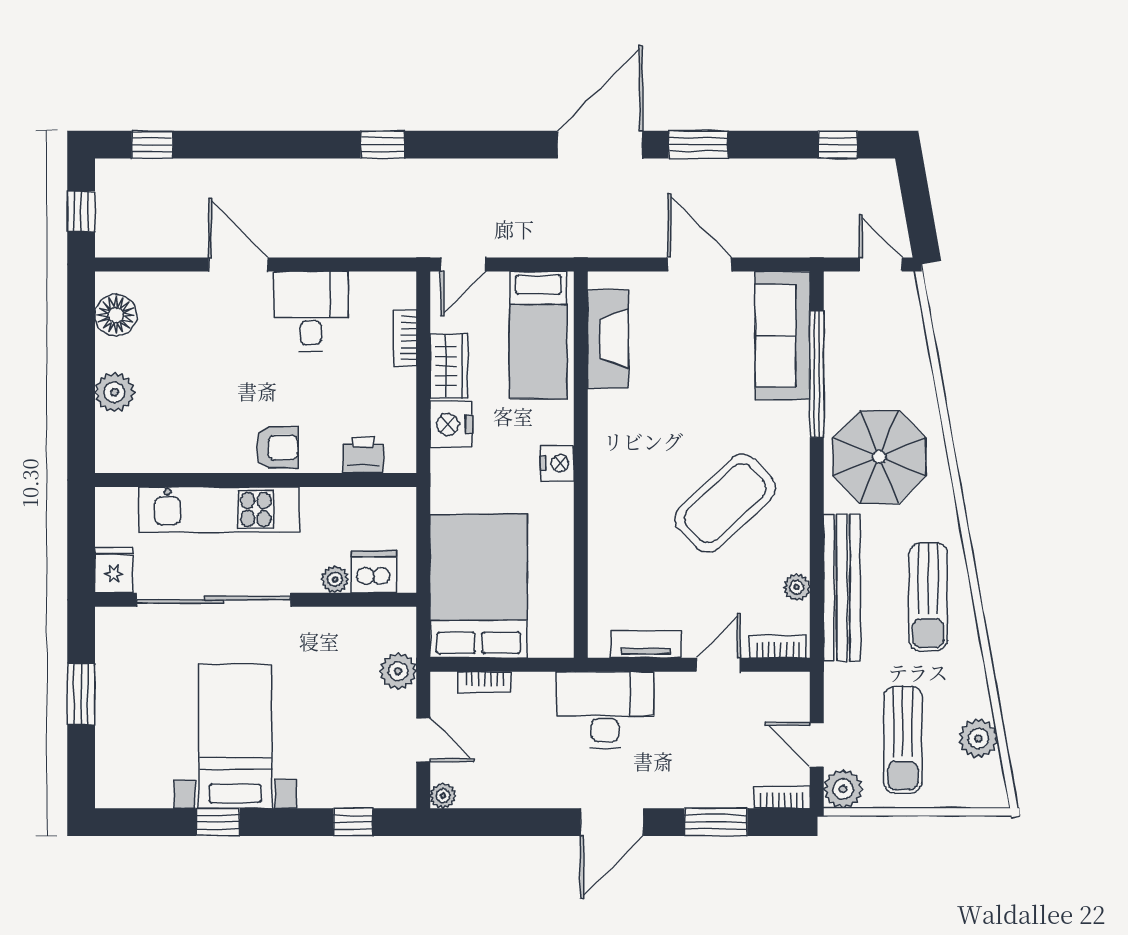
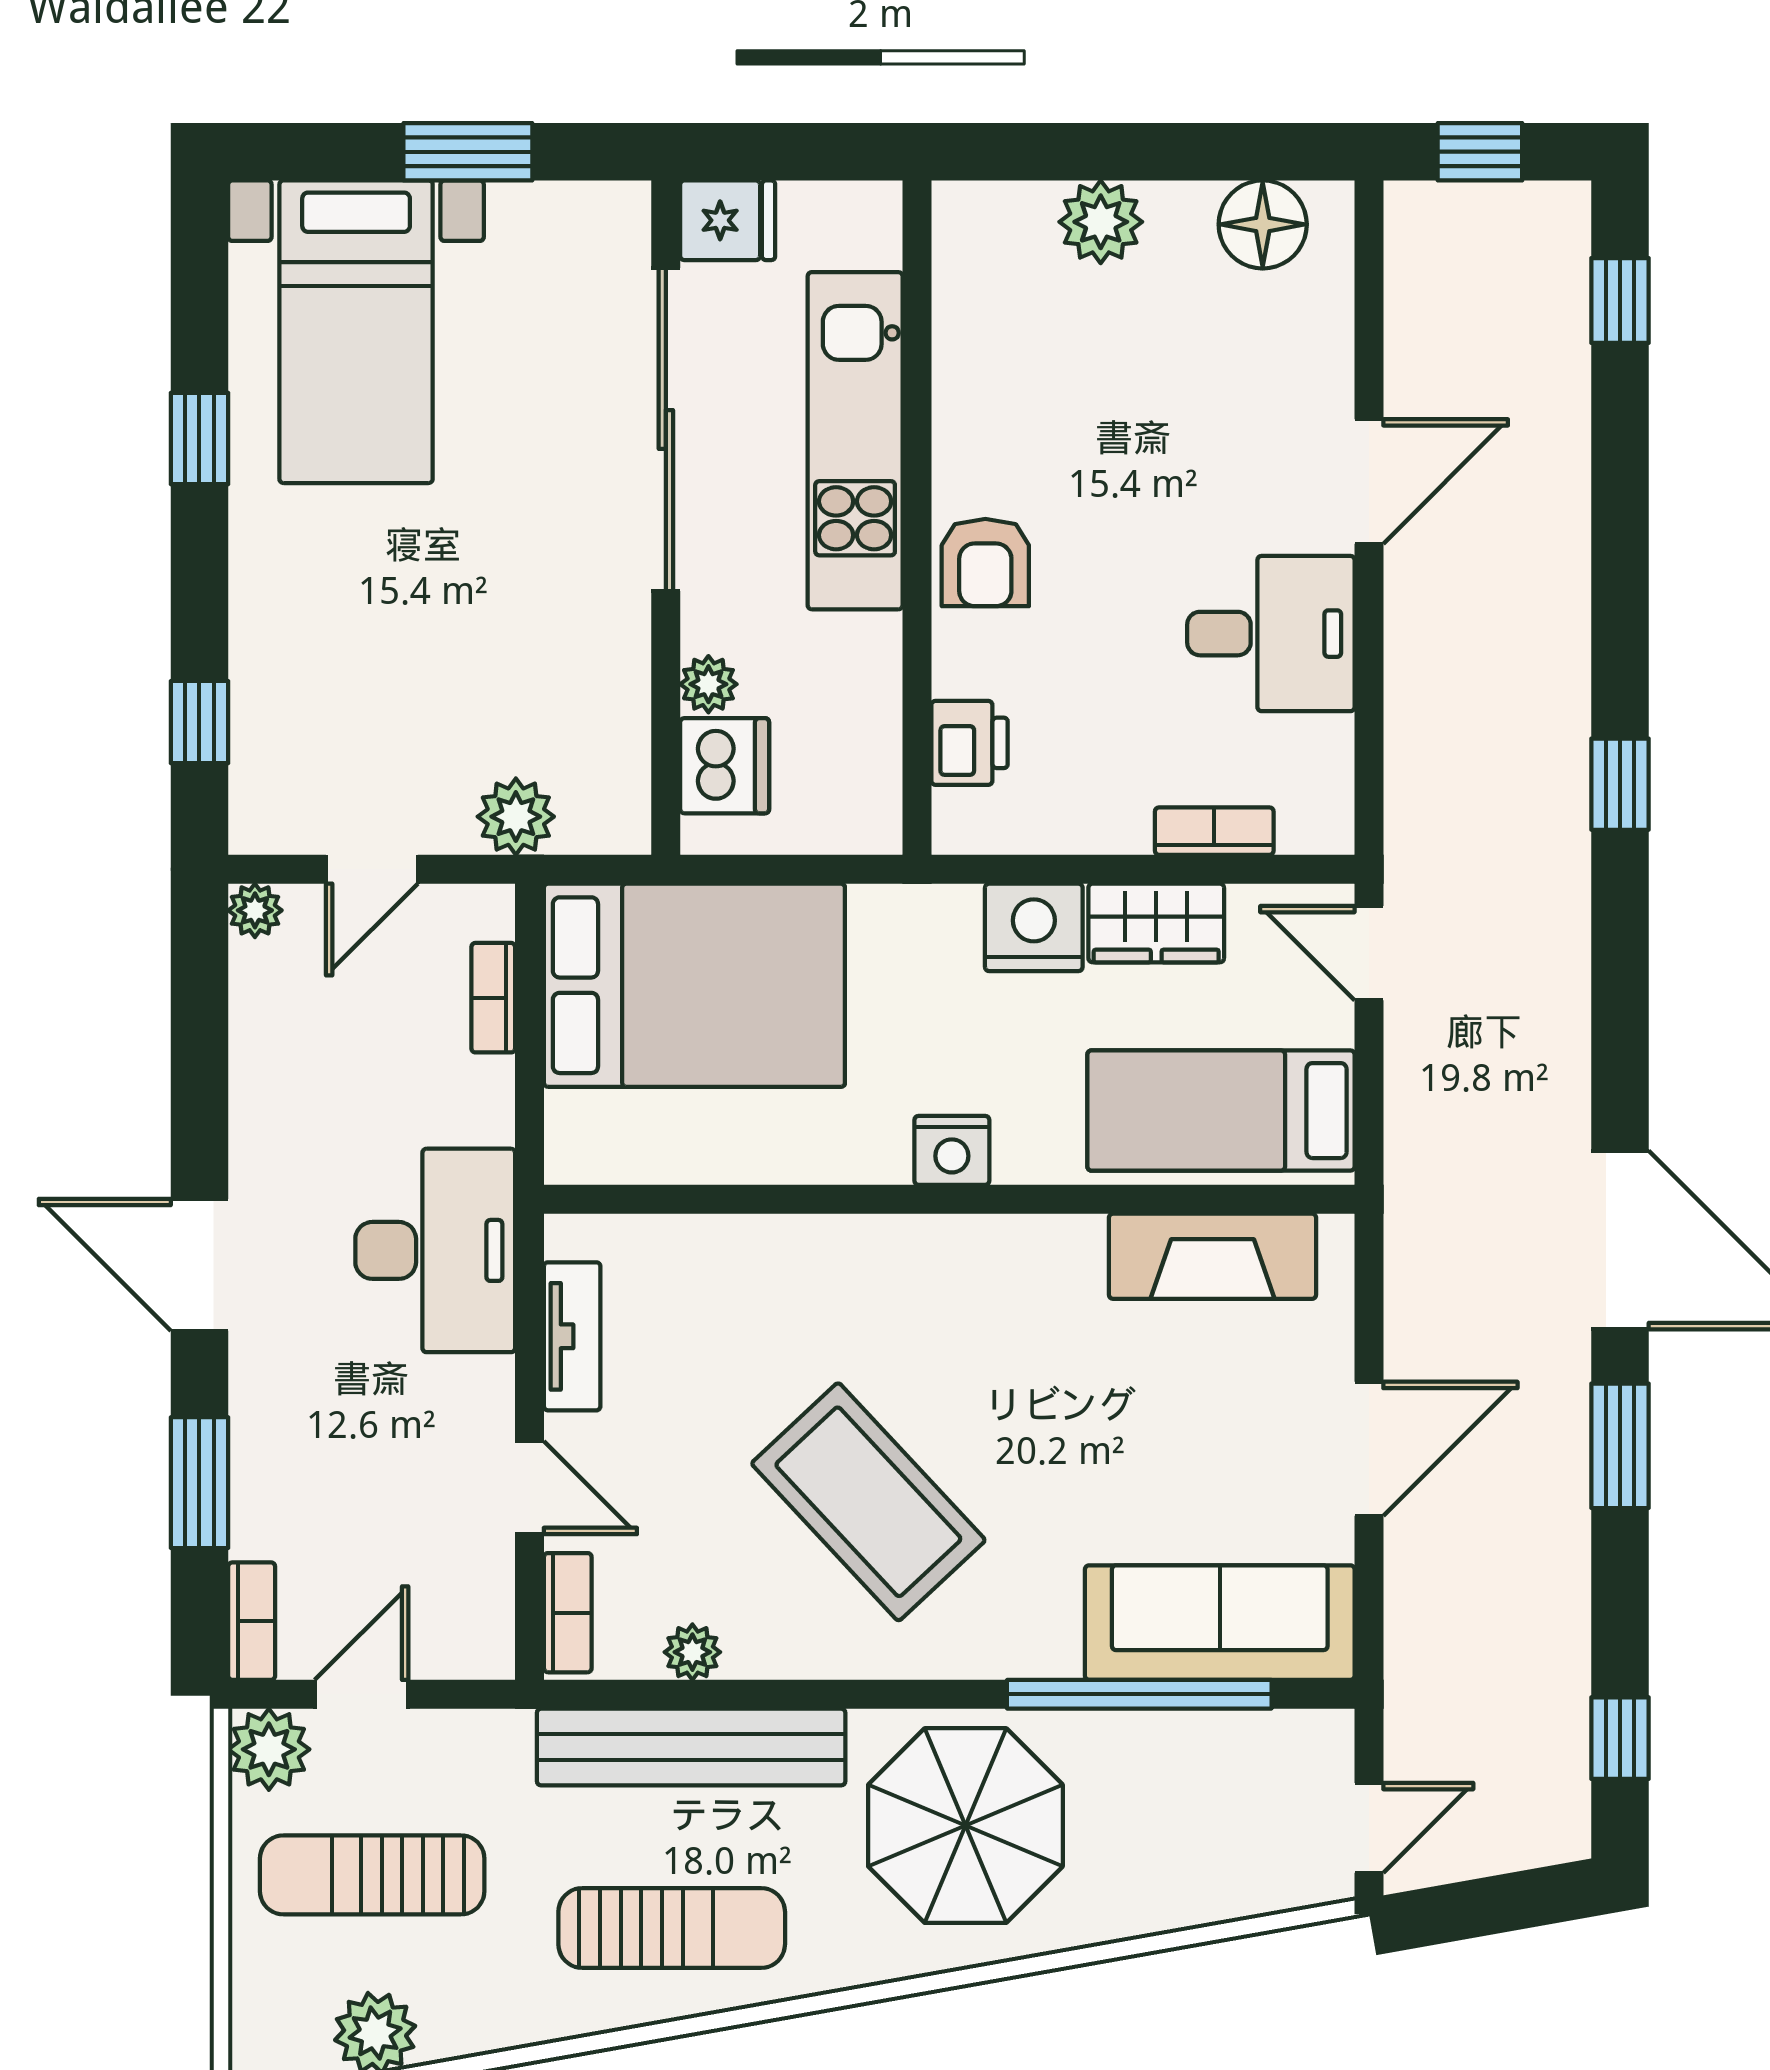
sun lounger: (928, 597) -> (672, 1928), turned 180
bed with nightstands: (235, 736) -> (356, 332), moved, turned 90

